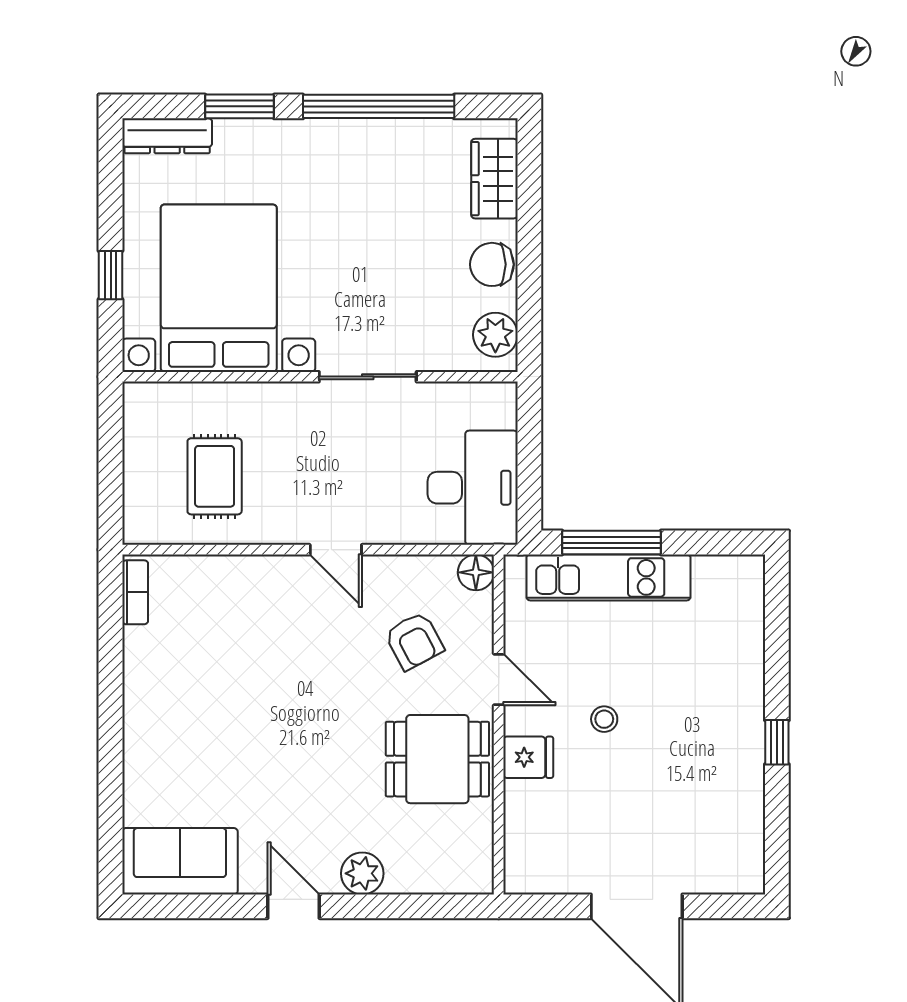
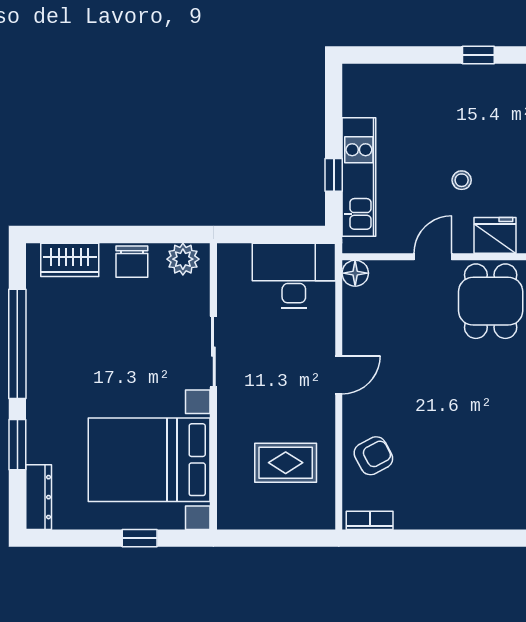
window: (612, 543) -> (334, 175), width x0.46
armchair: (414, 641) -> (373, 456), moved
fridge: (528, 757) -> (495, 235), width x1.38

